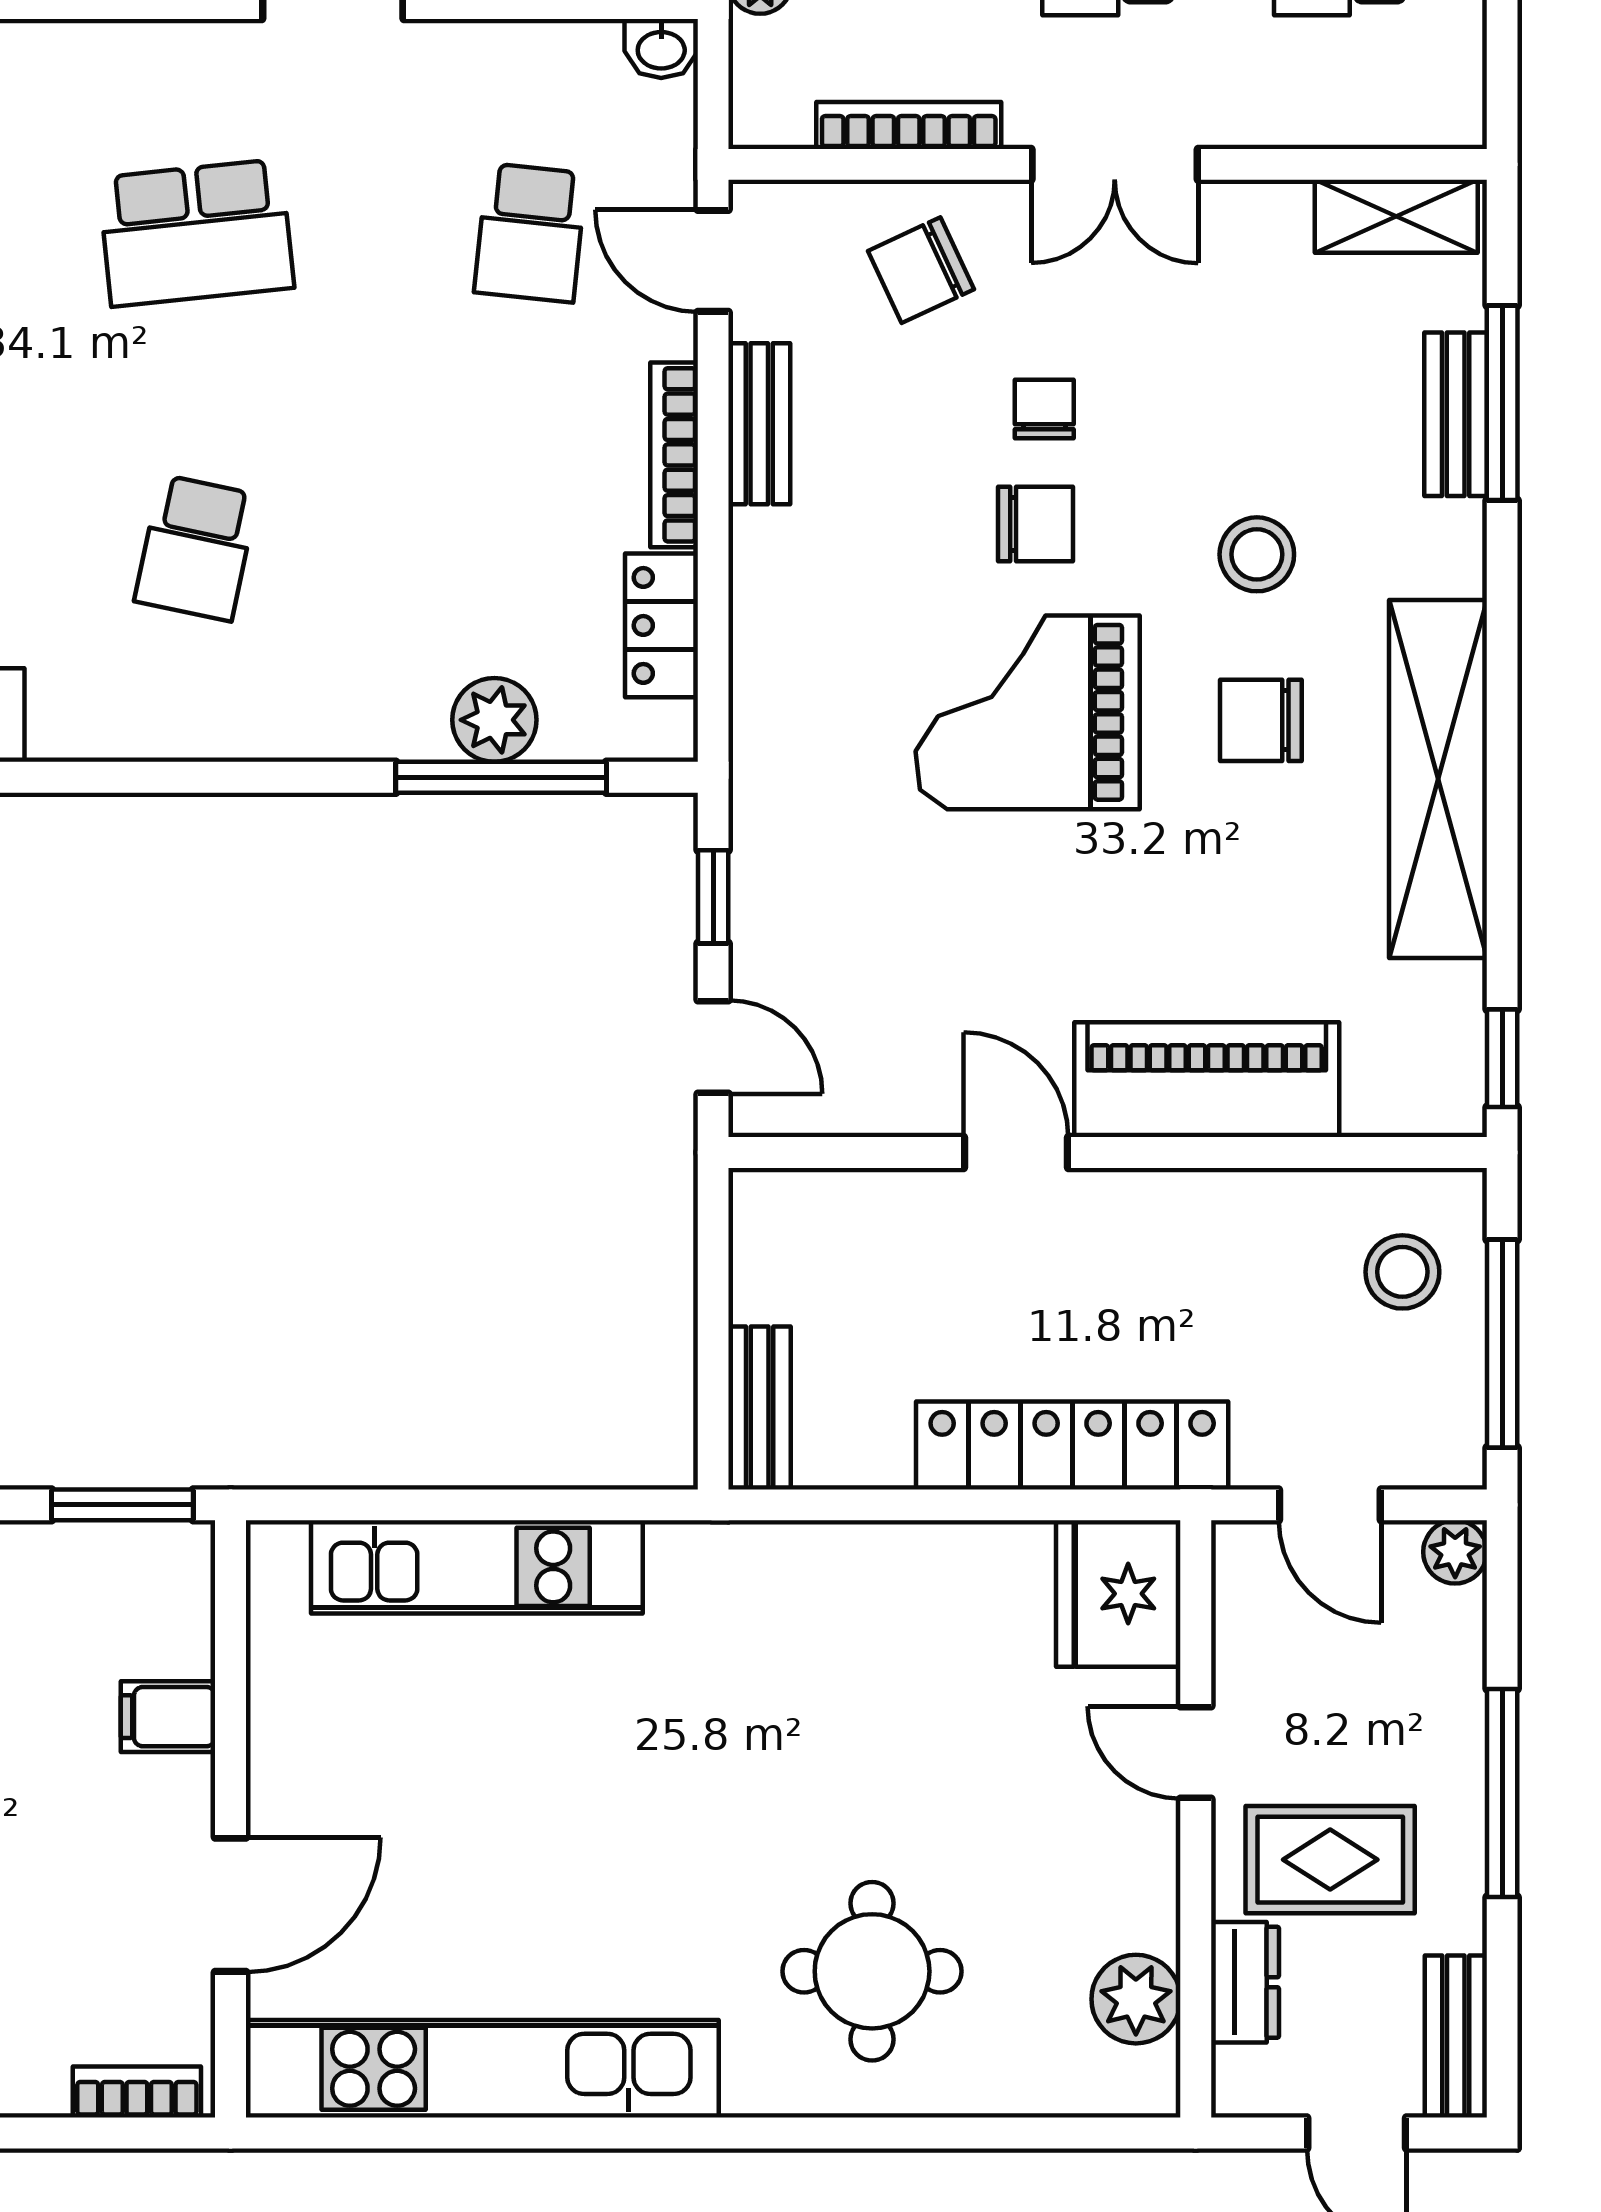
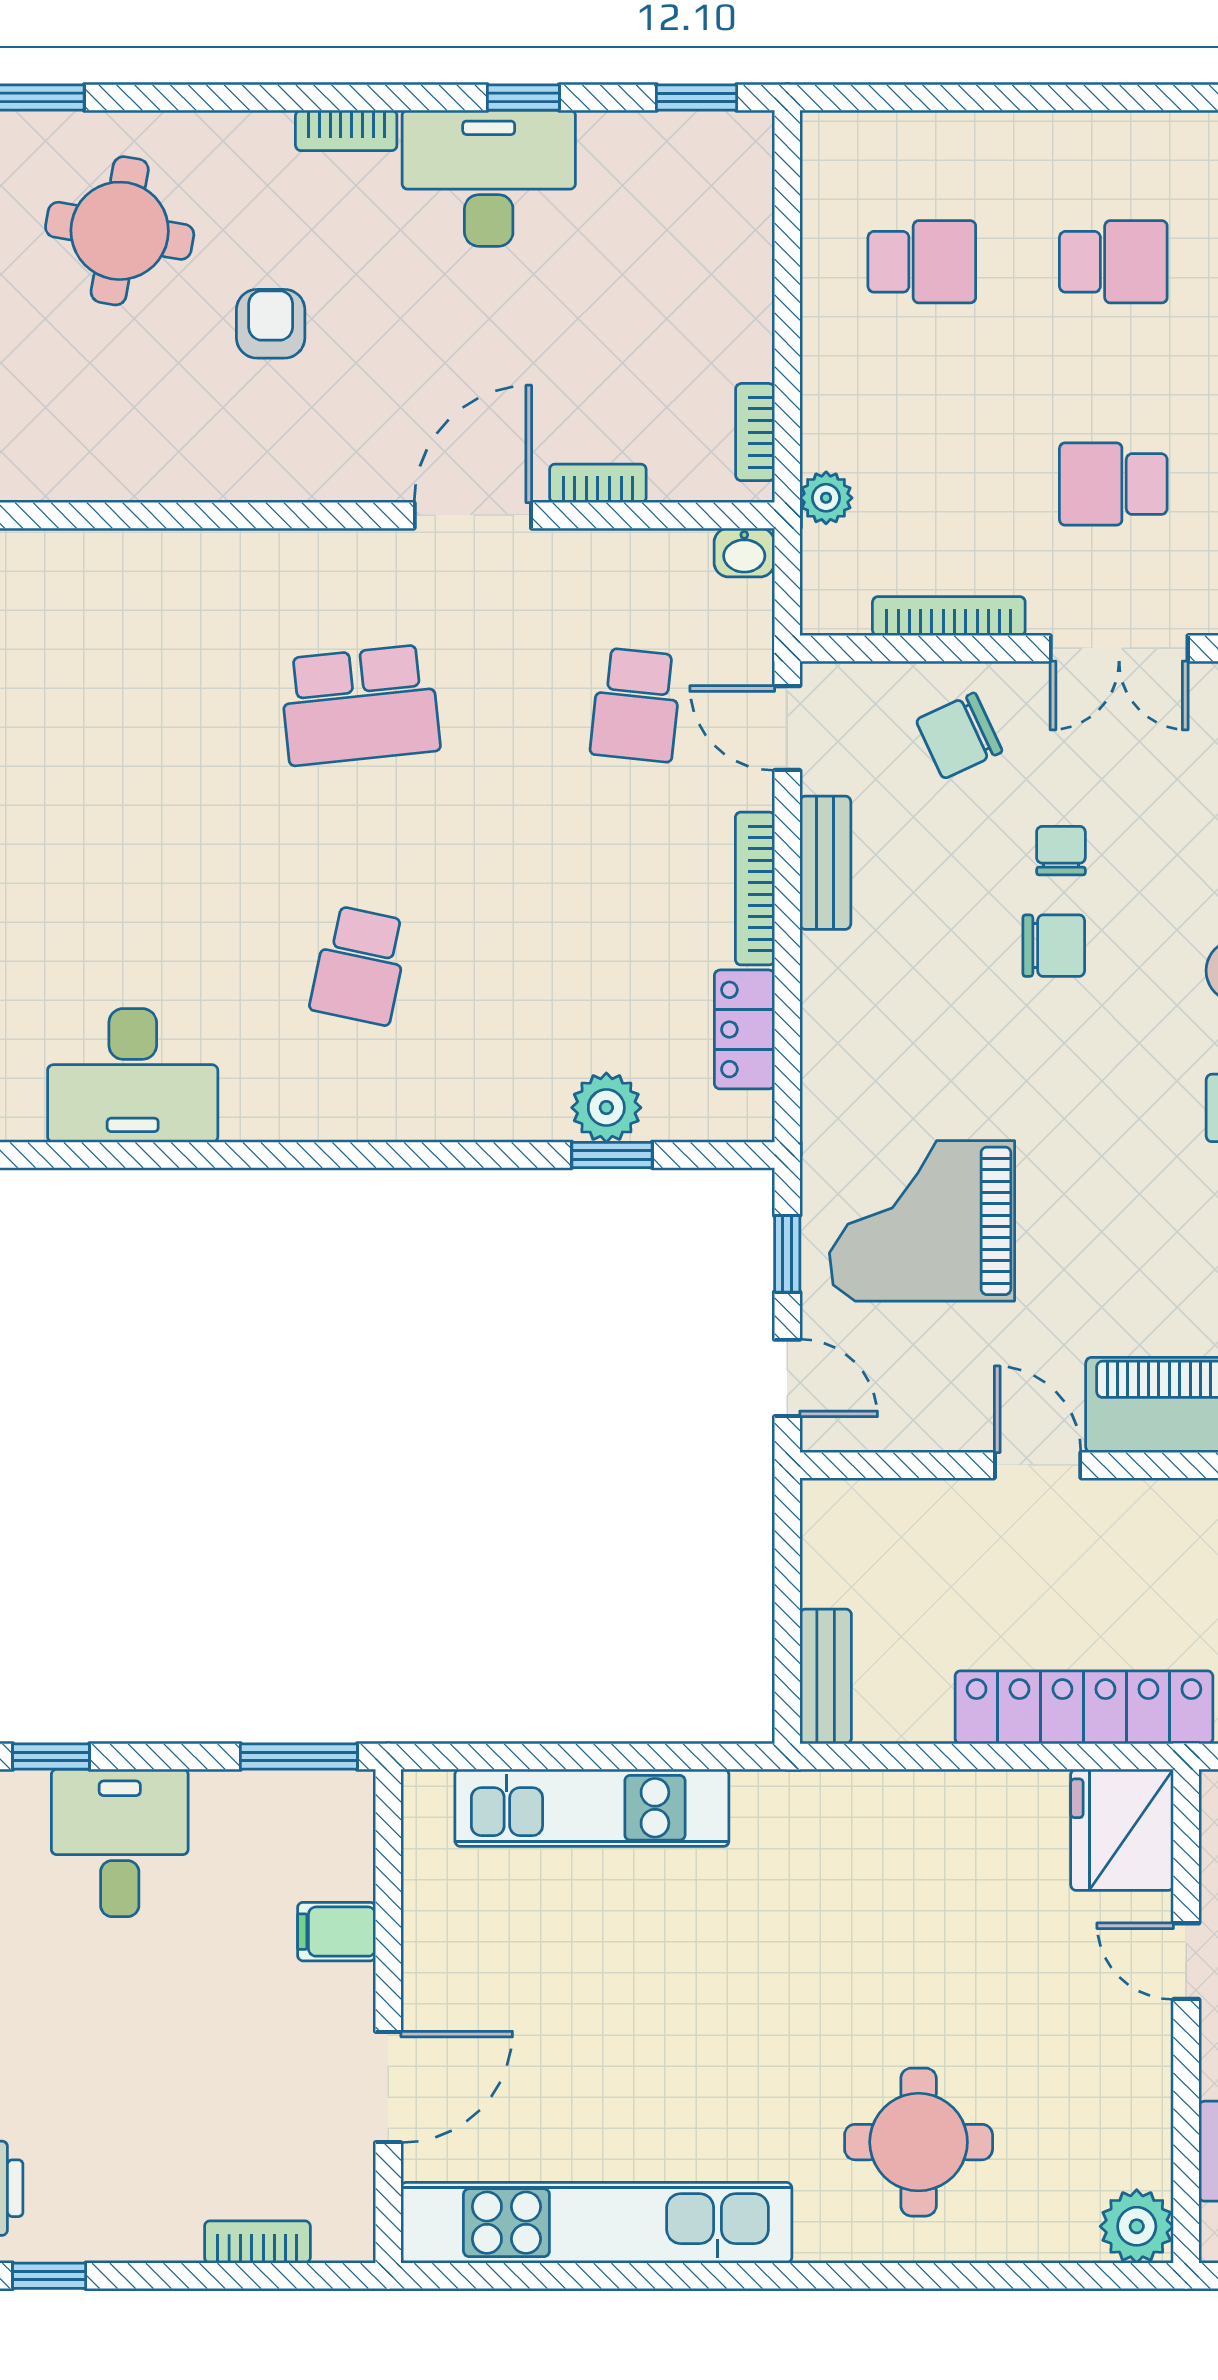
grand piano: (1028, 712) -> (922, 1221), moved
window: (501, 777) -> (612, 1155), width x0.46
plant: (1136, 1999) -> (1137, 2226), moved
bookcase: (137, 2092) -> (257, 2242), moved

